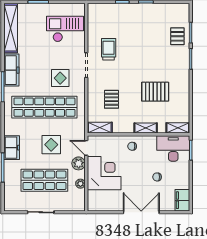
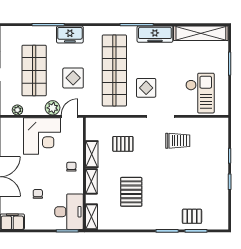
shelving: (100, 128) -> (92, 154), moved
plant: (80, 184) -> (17, 110), moved

